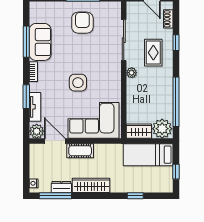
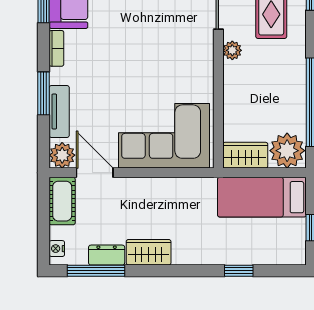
side table: (78, 83) -> (136, 68), removed
cot: (80, 151) -> (62, 201), moved, turned 90
wardrobe: (91, 185) -> (149, 252), width x0.67

